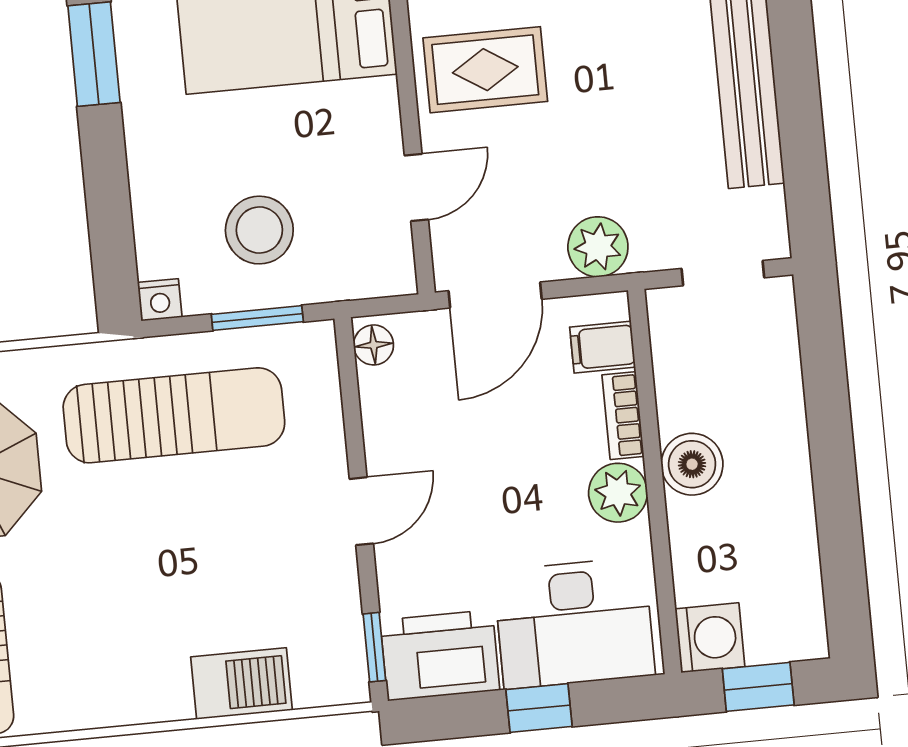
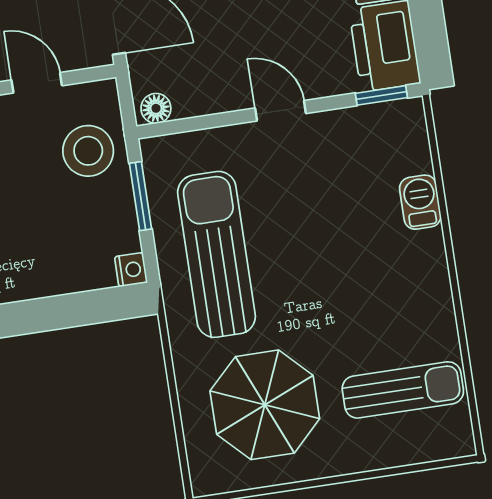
stool: (259, 230) -> (88, 151), moved
barbecue: (242, 684) -> (420, 202), width x0.73, depth x0.79

